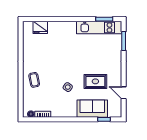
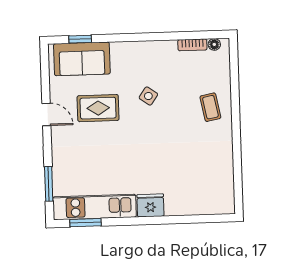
fridge: (40, 27) -> (150, 205), moved
door: (124, 93) -> (46, 114), moved
sofa: (92, 109) -> (82, 59), moved

